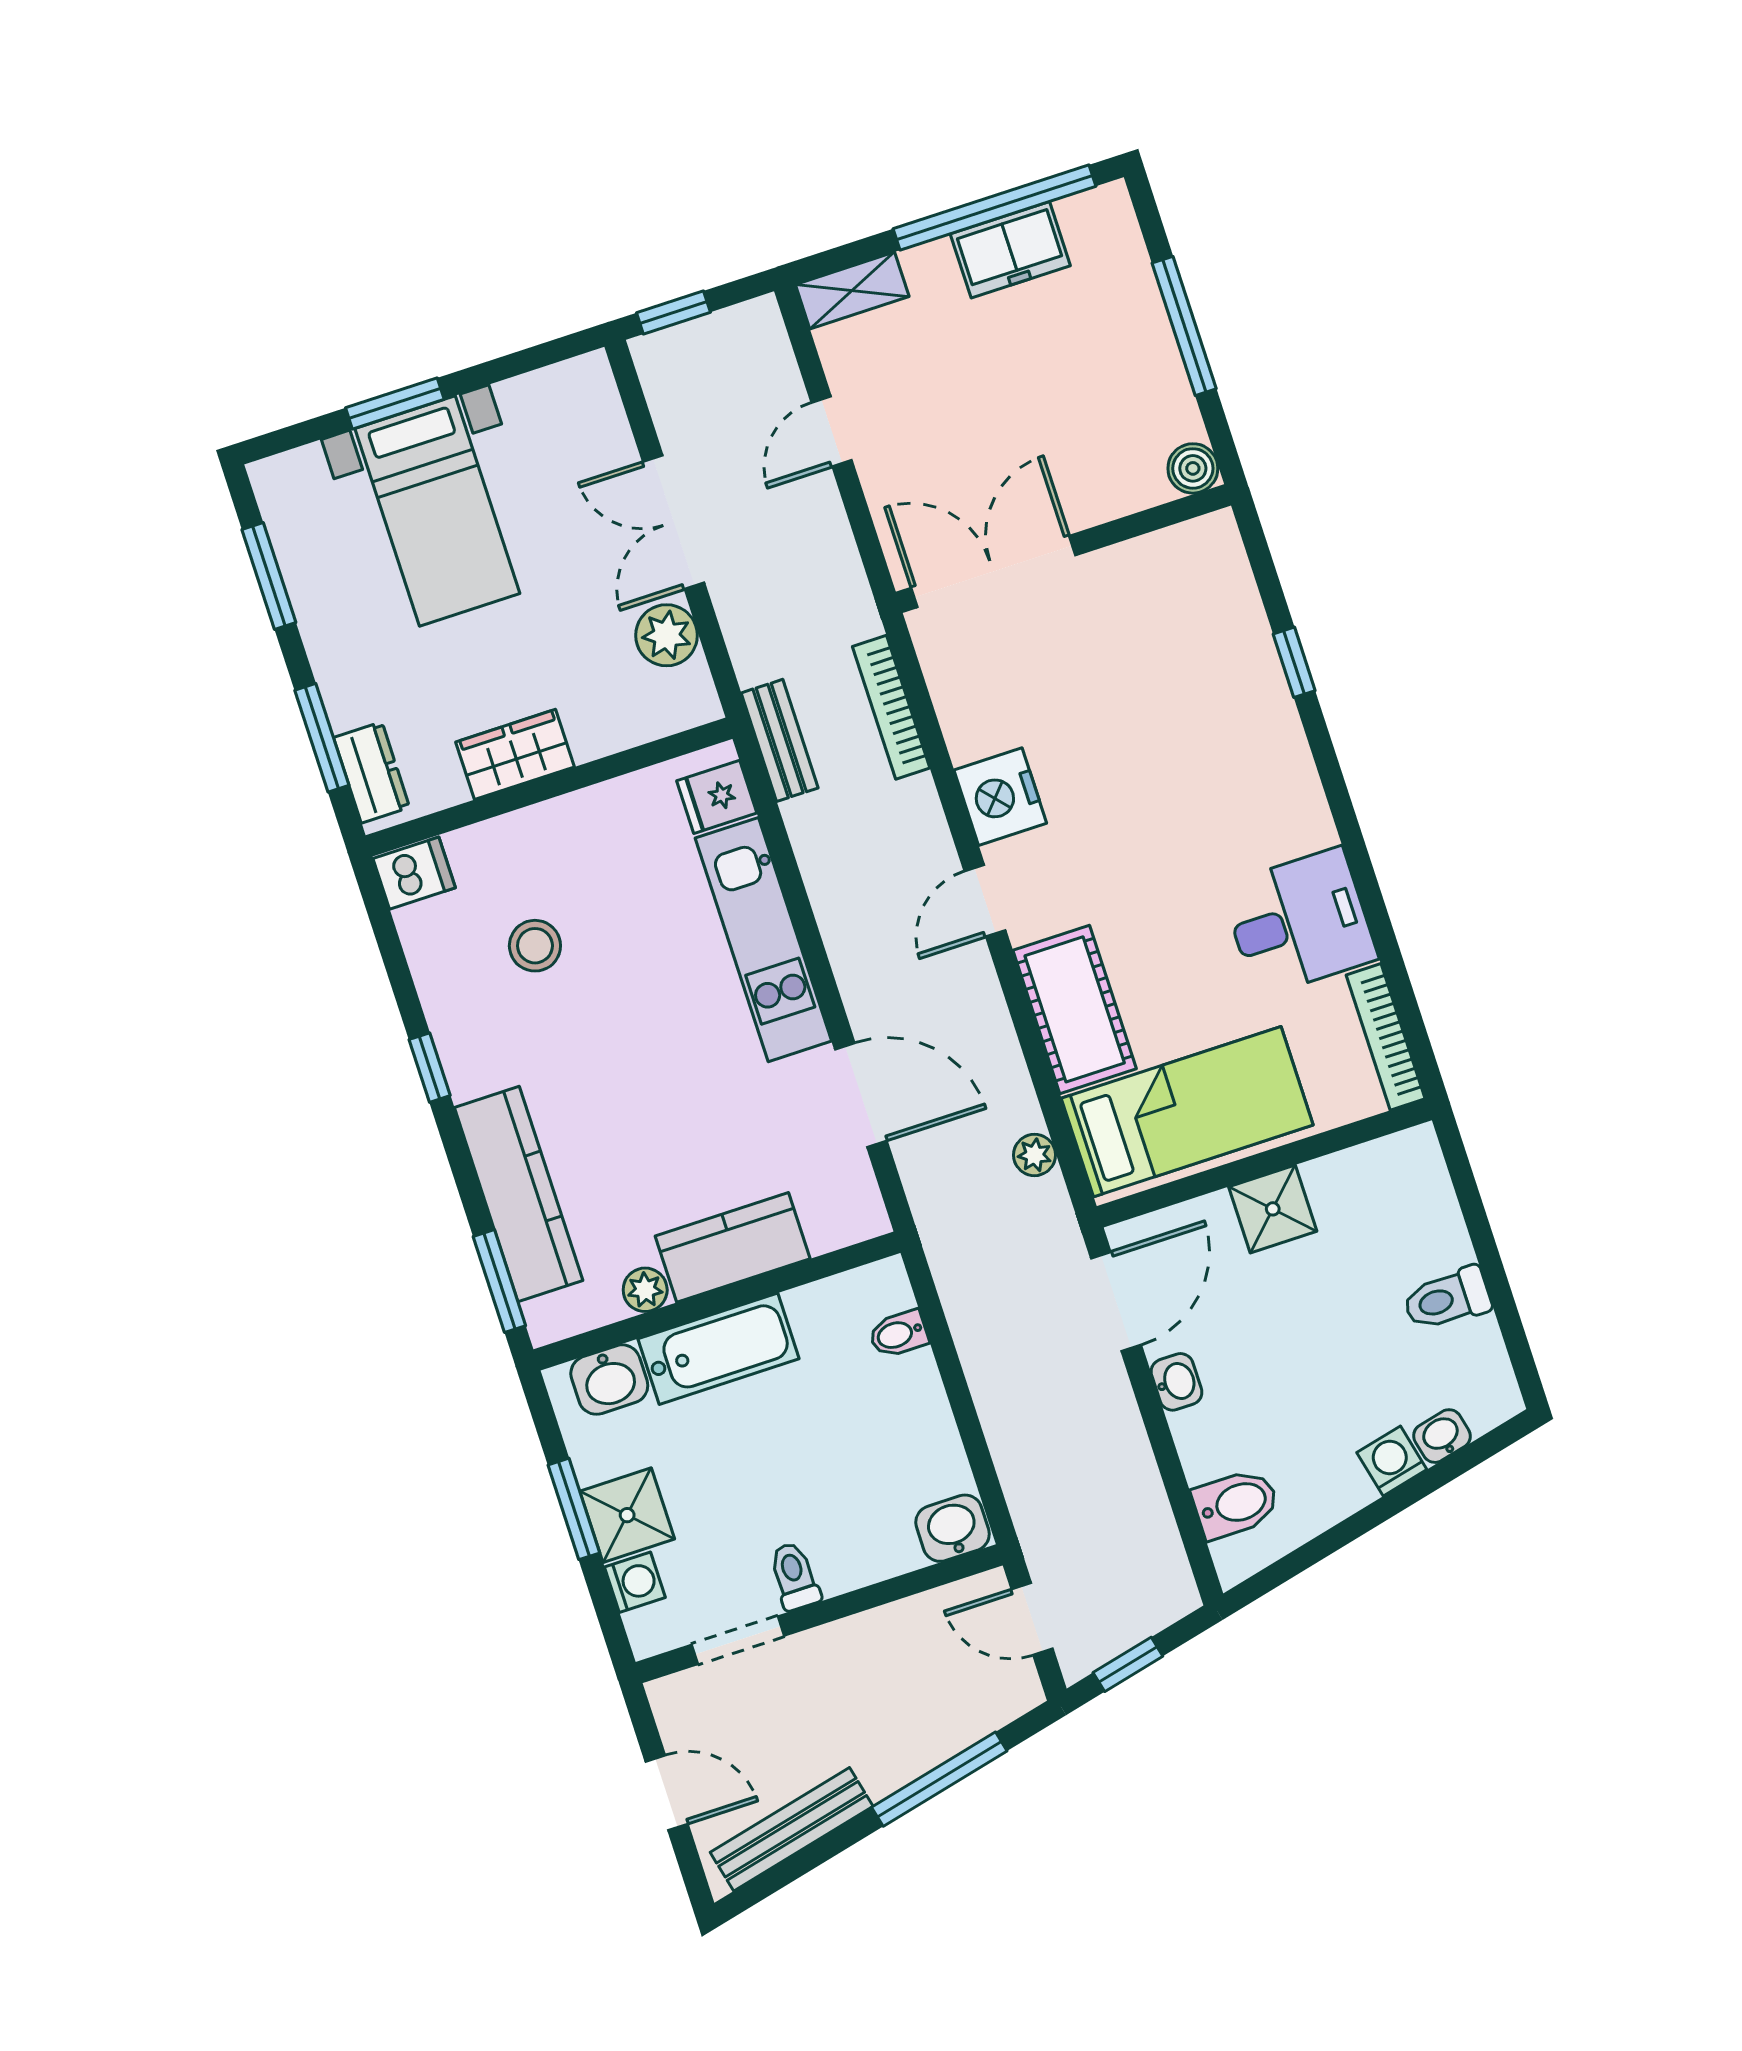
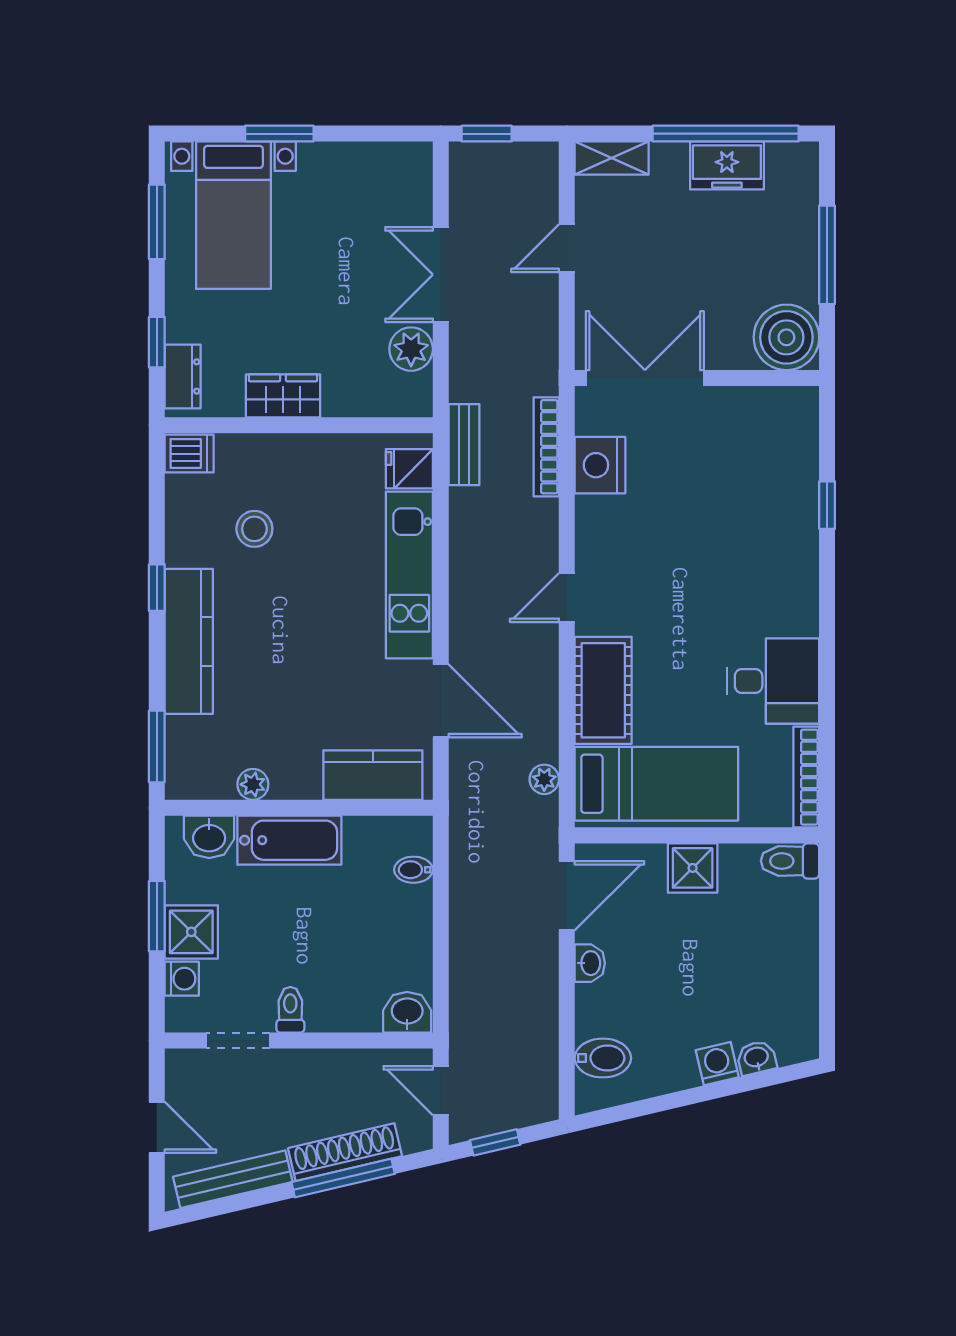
boiler: (1193, 468) -> (786, 337), width x1.86, depth x1.86
bed with nightstands: (437, 511) -> (233, 215), moved
window: (322, 738) -> (157, 342), width x0.67
nightstand: (1000, 797) -> (600, 465), moved
kitchen counter: (519, 1194) -> (189, 641), moved
kitchen counter: (733, 1247) -> (373, 775), moved
toilet: (1447, 1299) -> (790, 861), moved
shoe rack: (931, 1743) -> (345, 1152), added

